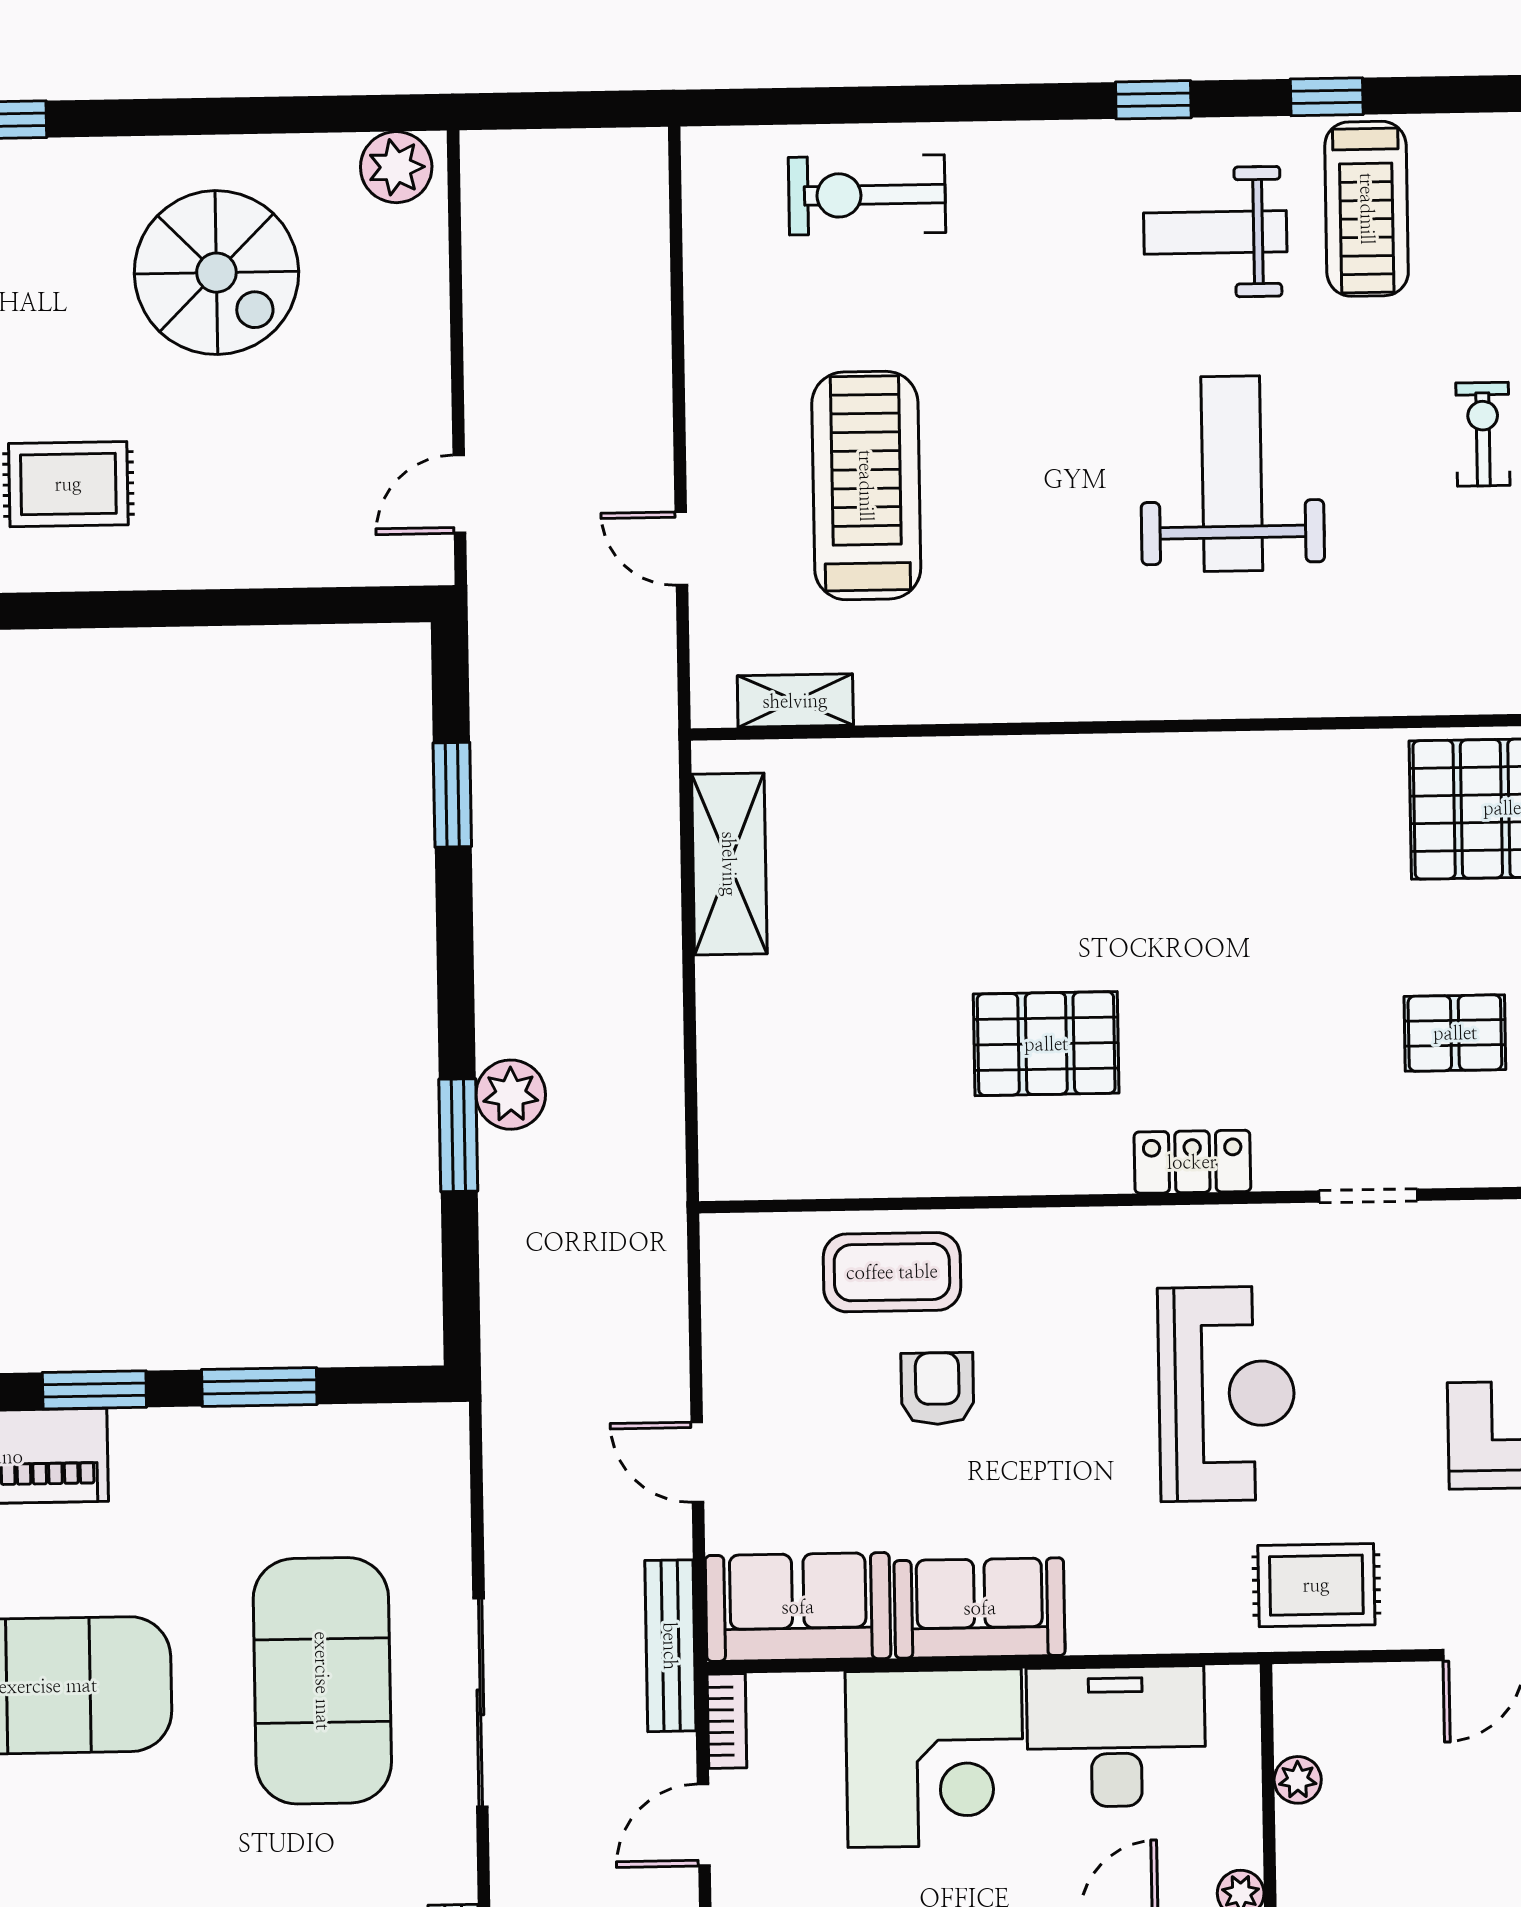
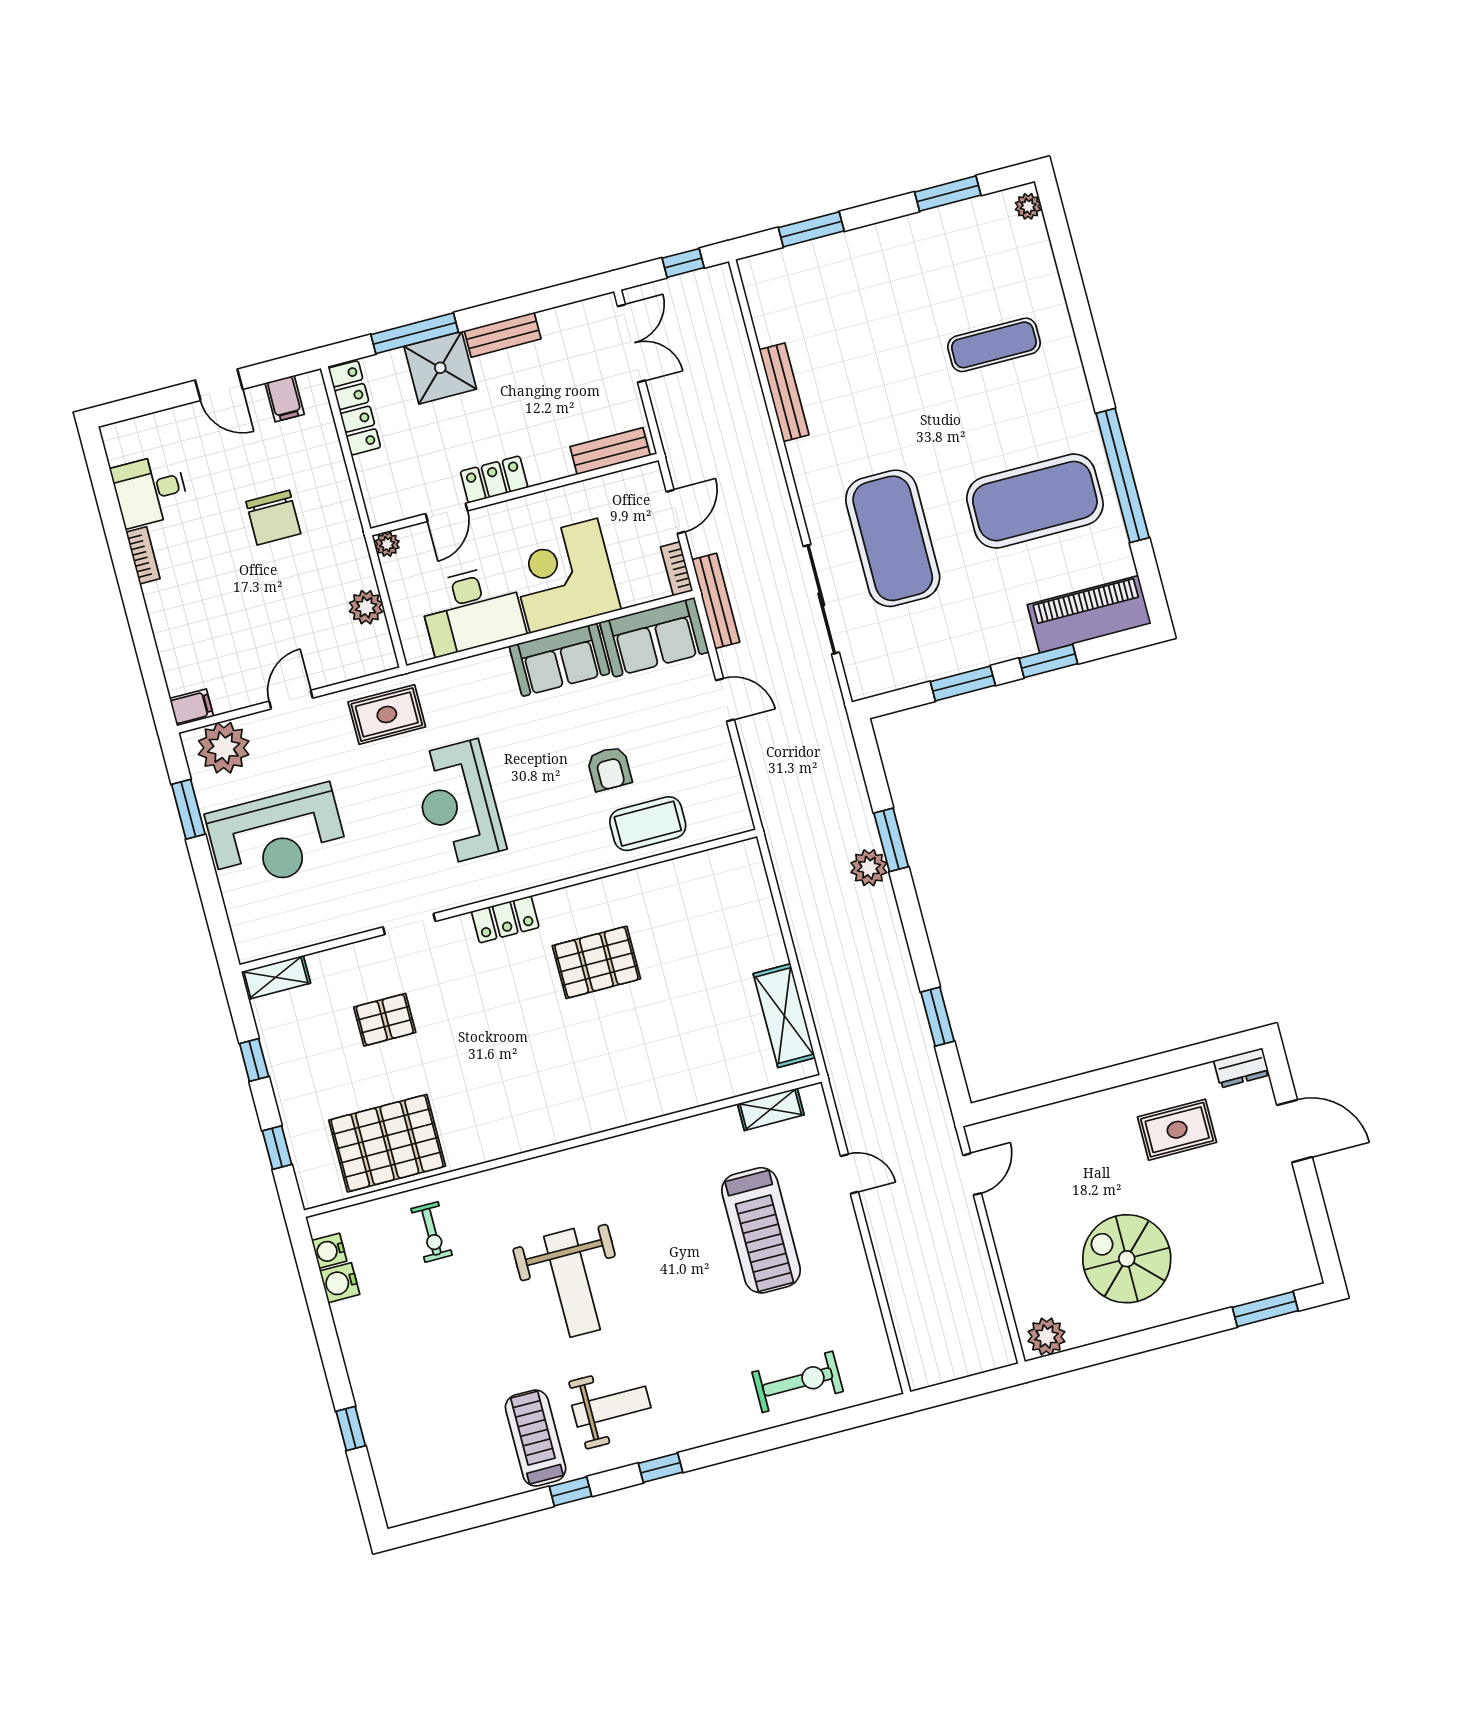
exercise bike: (1483, 434) -> (432, 1232), moved
sliding door: (480, 1702) -> (821, 599), moved
plant: (1298, 1780) -> (366, 607), width x1.38, depth x1.38

